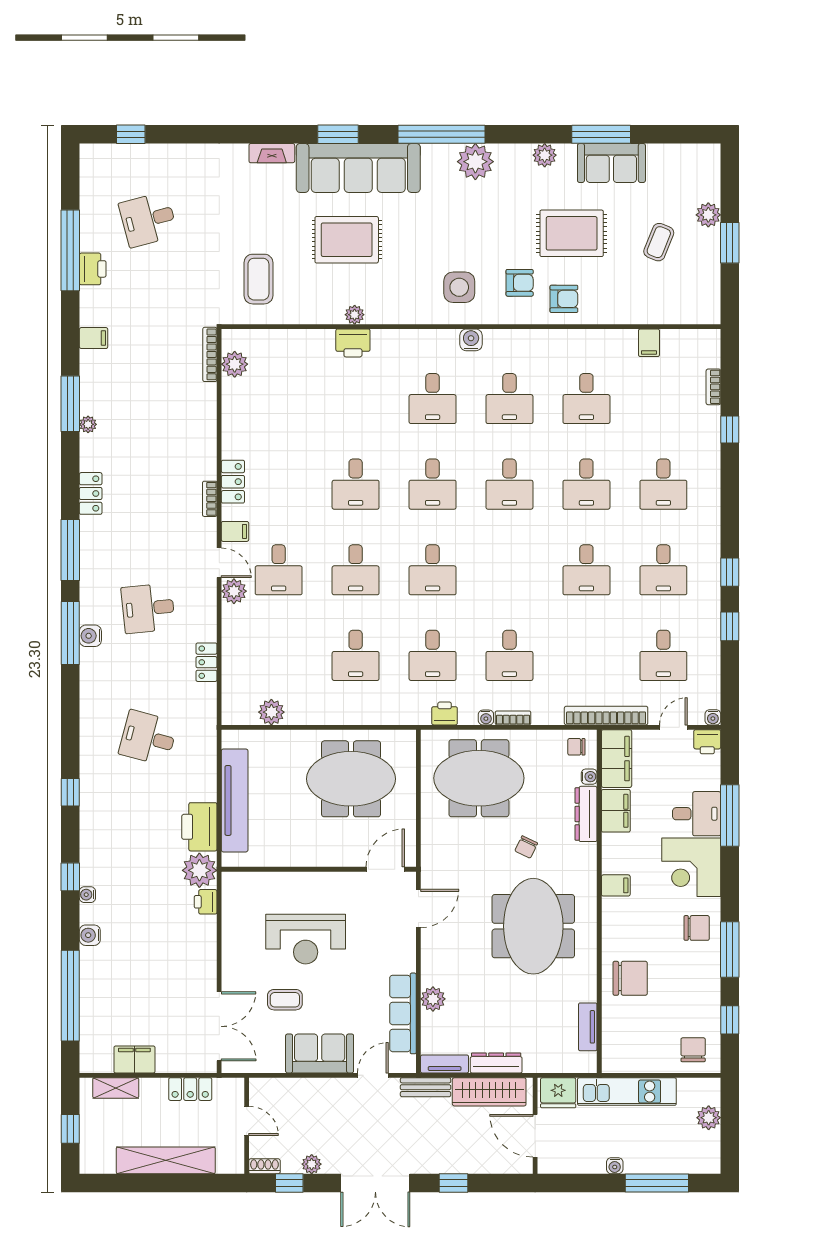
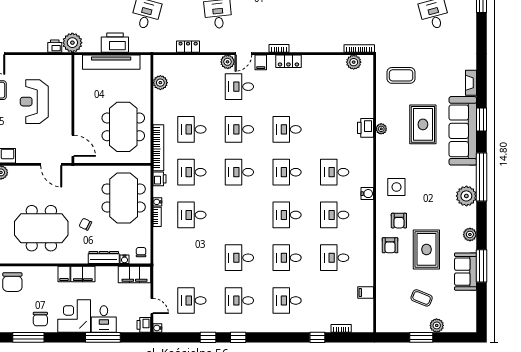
bookcase: (606, 716) -> (158, 148), moved
filing cabinet: (616, 811) -> (83, 274), moved
printer: (199, 827) -> (115, 43), moved

